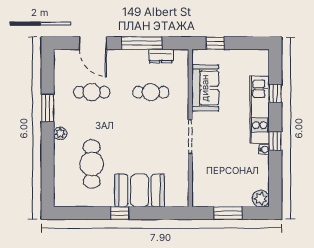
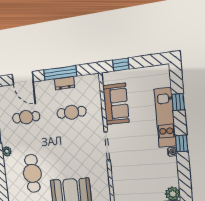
dresser: (161, 56) -> (64, 83), moved

